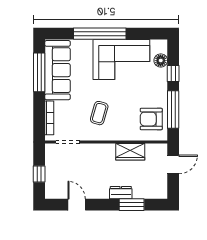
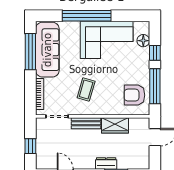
bench: (99, 149) -> (86, 123), added

